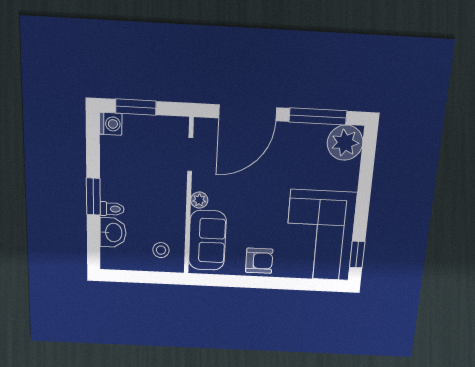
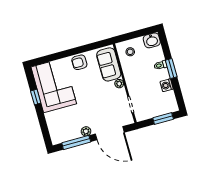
door: (248, 113) -> (110, 133), swing flipped
washing machine: (111, 124) -> (167, 85), moved
plant: (345, 143) -> (86, 131), moved, width x0.53, depth x0.53
washbasin: (113, 232) -> (152, 40), moved, turned -90
window: (357, 254) -> (36, 97), moved

